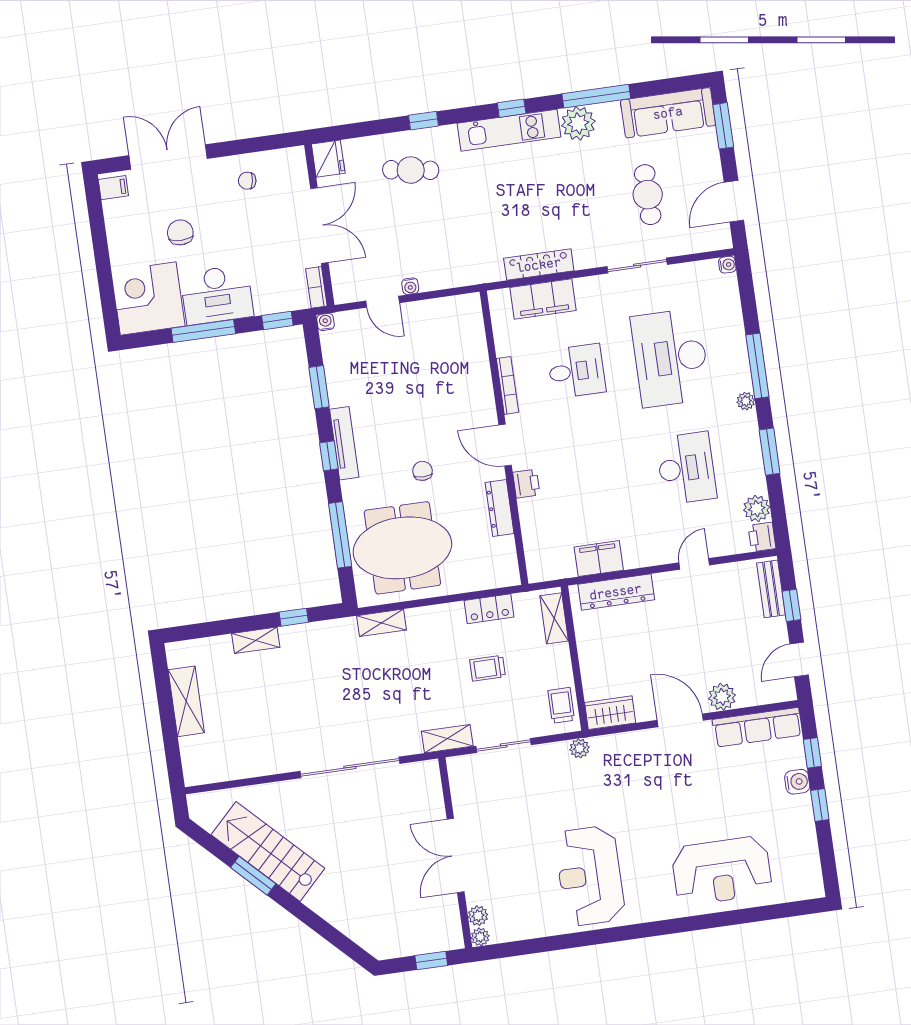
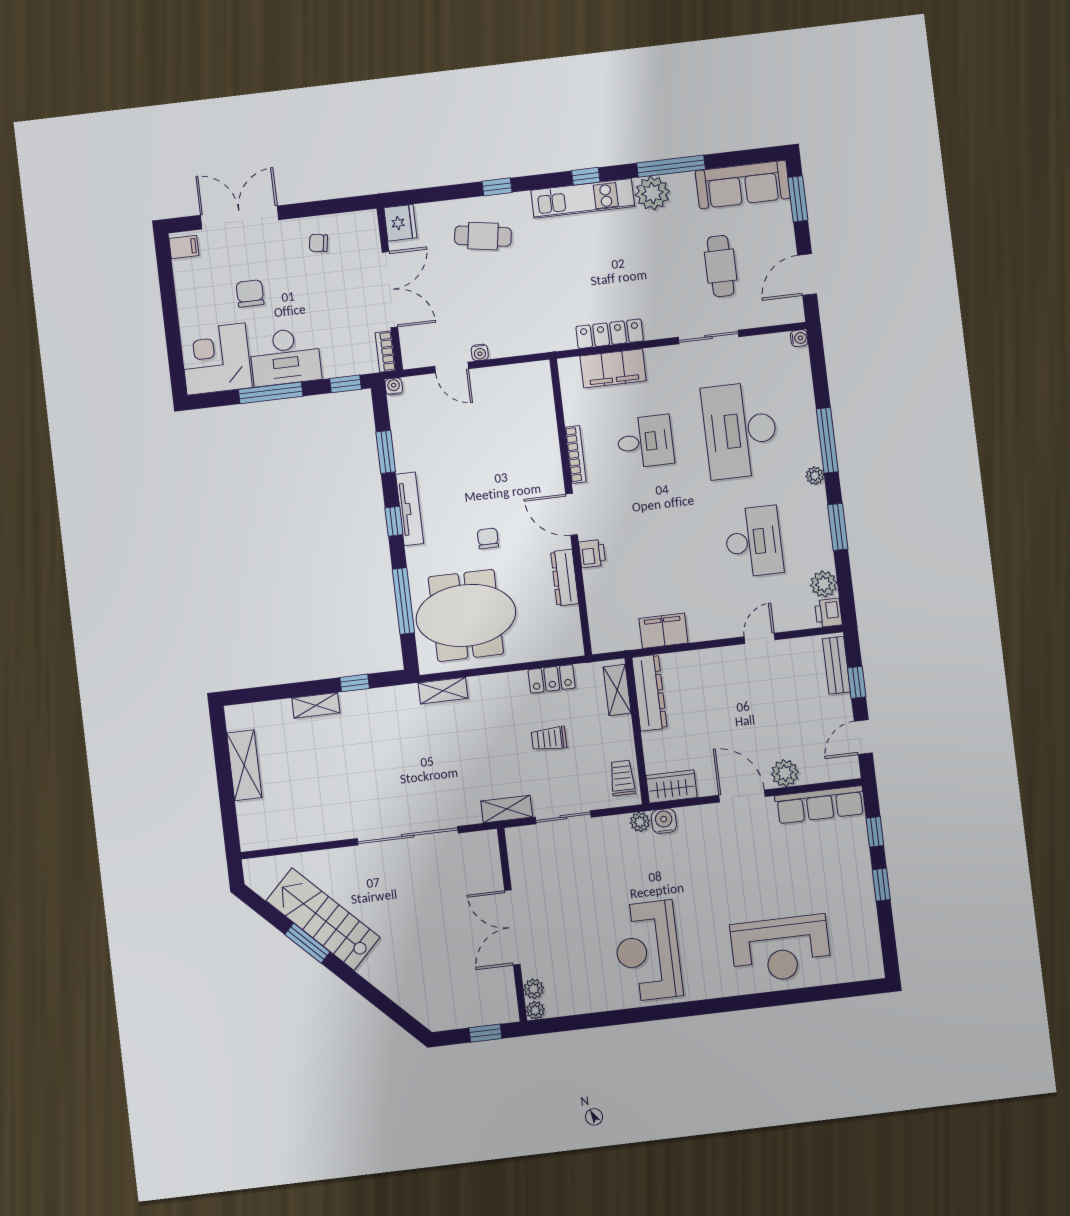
dresser: (616, 592) -> (649, 693), moved, turned -90
water cooler: (797, 782) -> (664, 821), moved, turned -90

